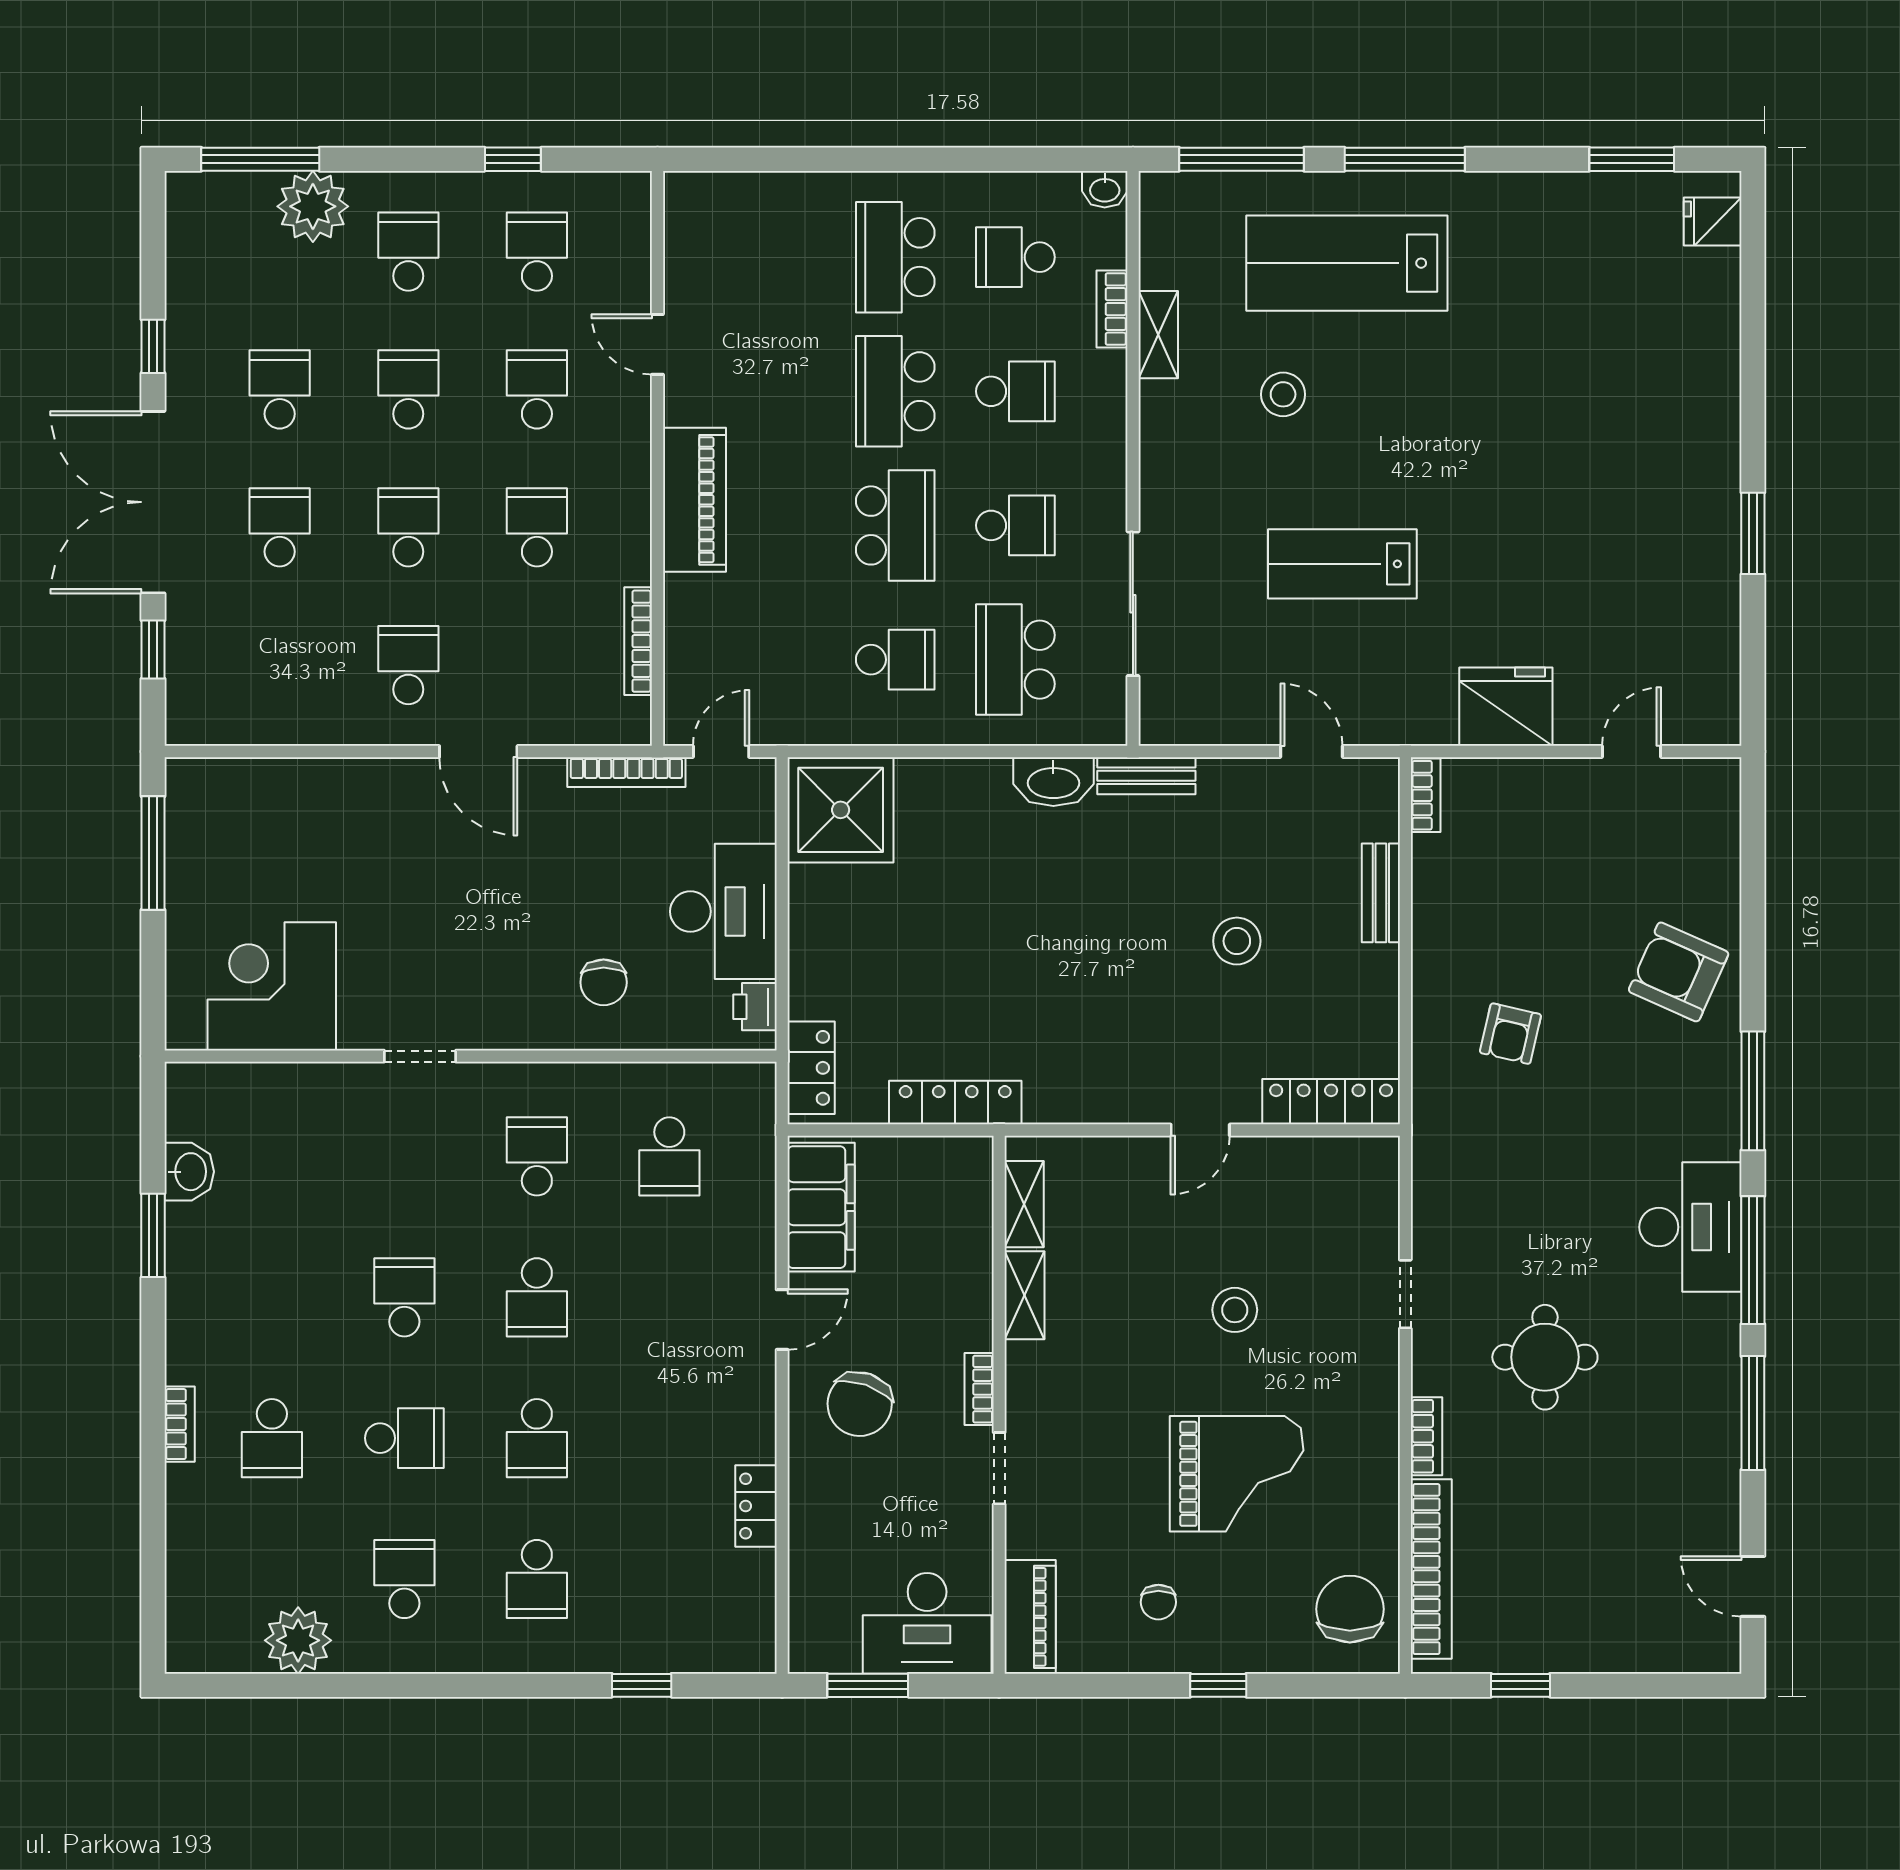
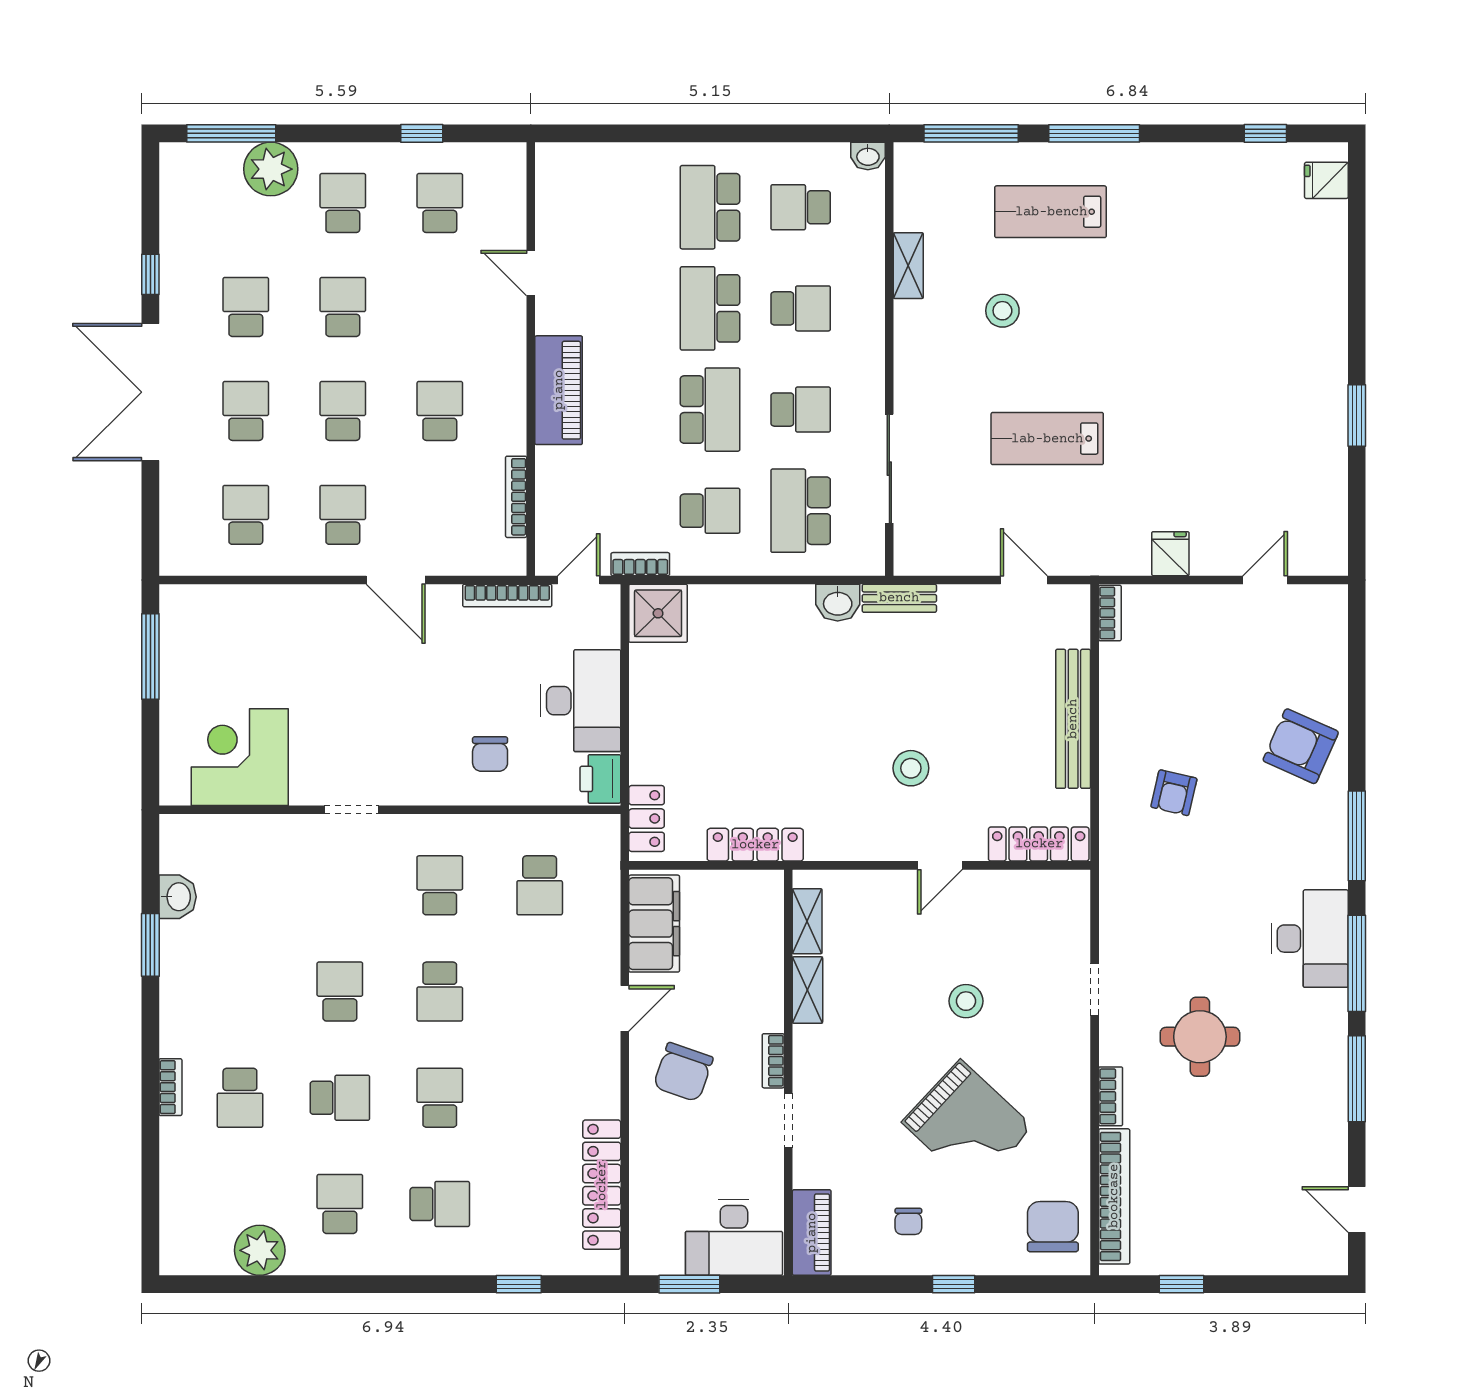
window: (1632, 159) -> (1265, 133), width x0.67
lab bench: (1347, 263) -> (1051, 212), width x0.73, depth x0.72
bookcase: (1112, 309) -> (640, 564), moved, turned 90
school desk: (537, 389) -> (246, 515), moved
window: (153, 650) -> (150, 503), removed
fridge: (1506, 707) -> (1170, 554), width x0.53, depth x0.75
washbasin: (1053, 782) -> (838, 603), width x0.72
shower: (841, 810) -> (658, 613), width x0.73, depth x0.73
bench: (1381, 893) -> (1073, 719), width x1.86, depth x1.21
stool: (1237, 941) -> (911, 768), moved
printer: (755, 1007) -> (600, 779), width x1.36, depth x1.24
school desk: (537, 1438) -> (440, 1098), turned 180
grand piano: (1237, 1474) -> (967, 1125), turned 43
locker: (756, 1506) -> (602, 1185), width x2.16, depth x1.21
school desk: (537, 1579) -> (440, 1204), turned -90

